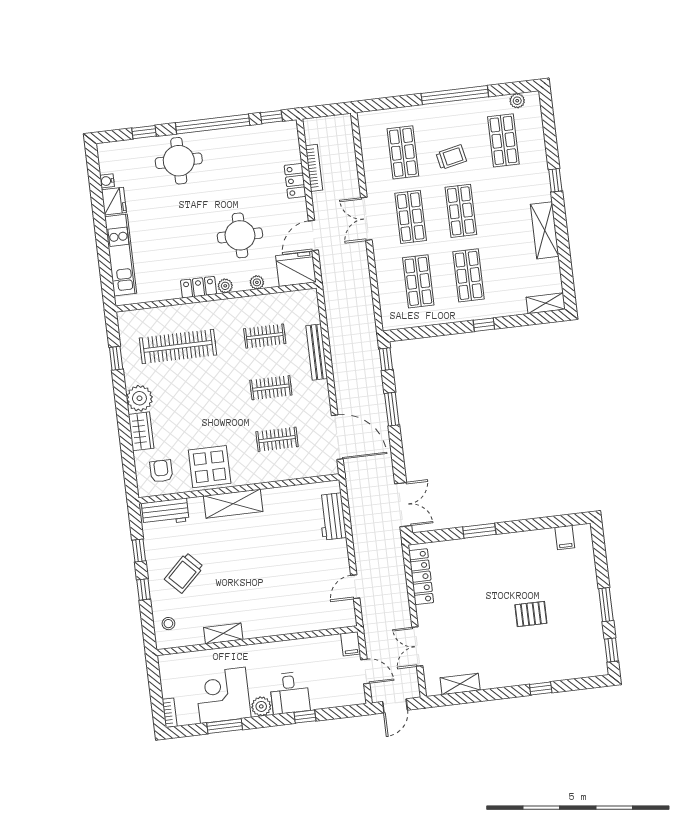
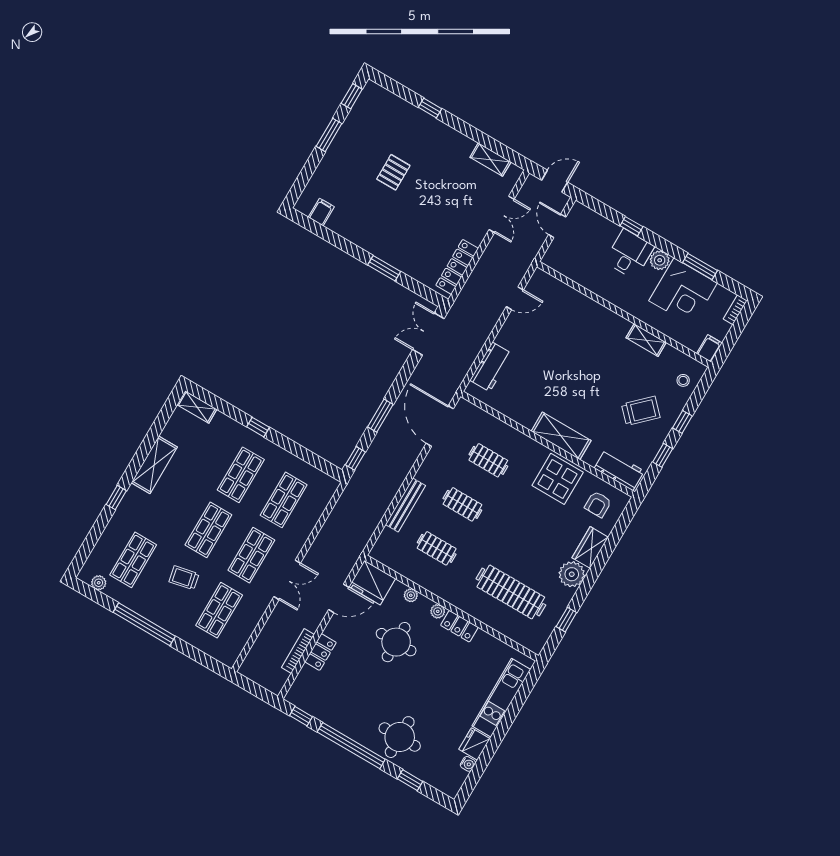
pallet: (531, 614) -> (393, 172), turned 90
filing cabinet: (351, 644) -> (709, 348), moved

